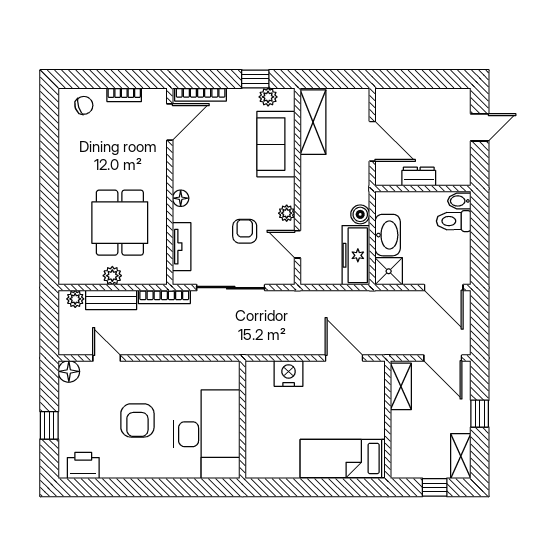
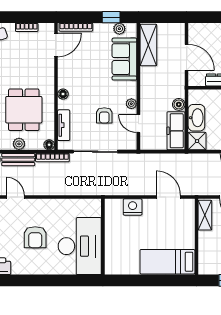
armchair: (245, 231) -> (104, 115), turned 180
floor lamp: (159, 277) -> (49, 145), added

